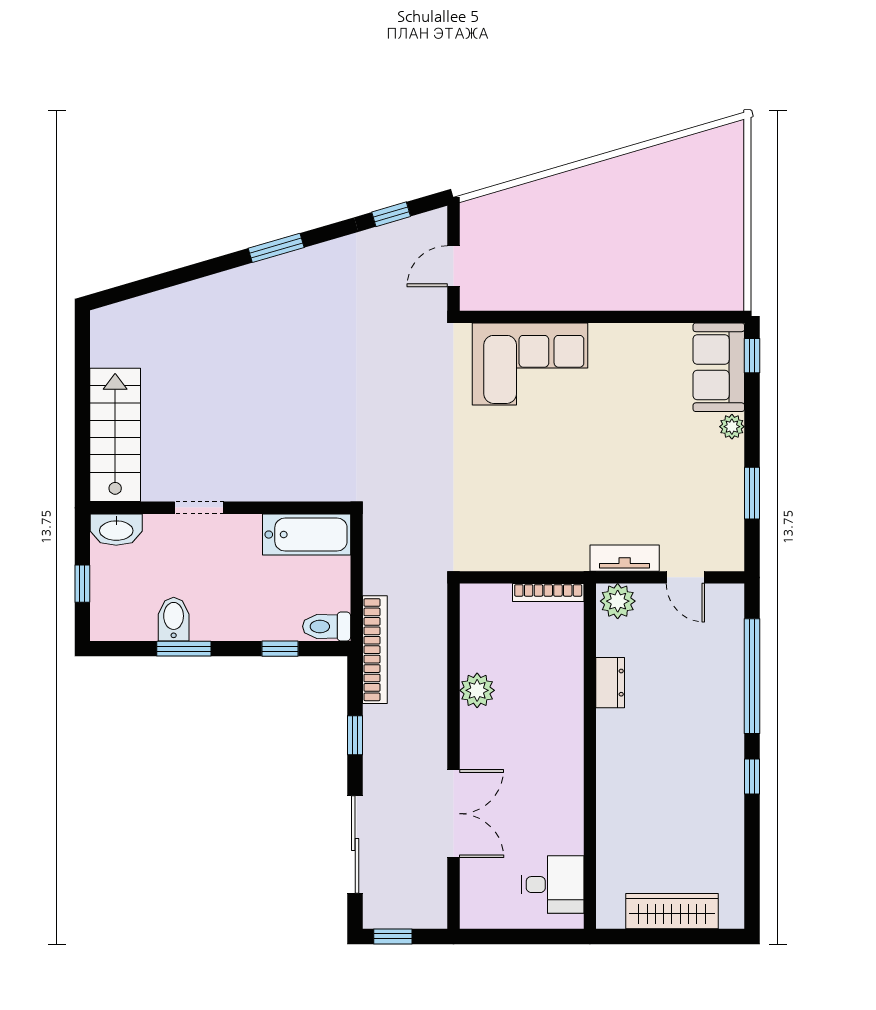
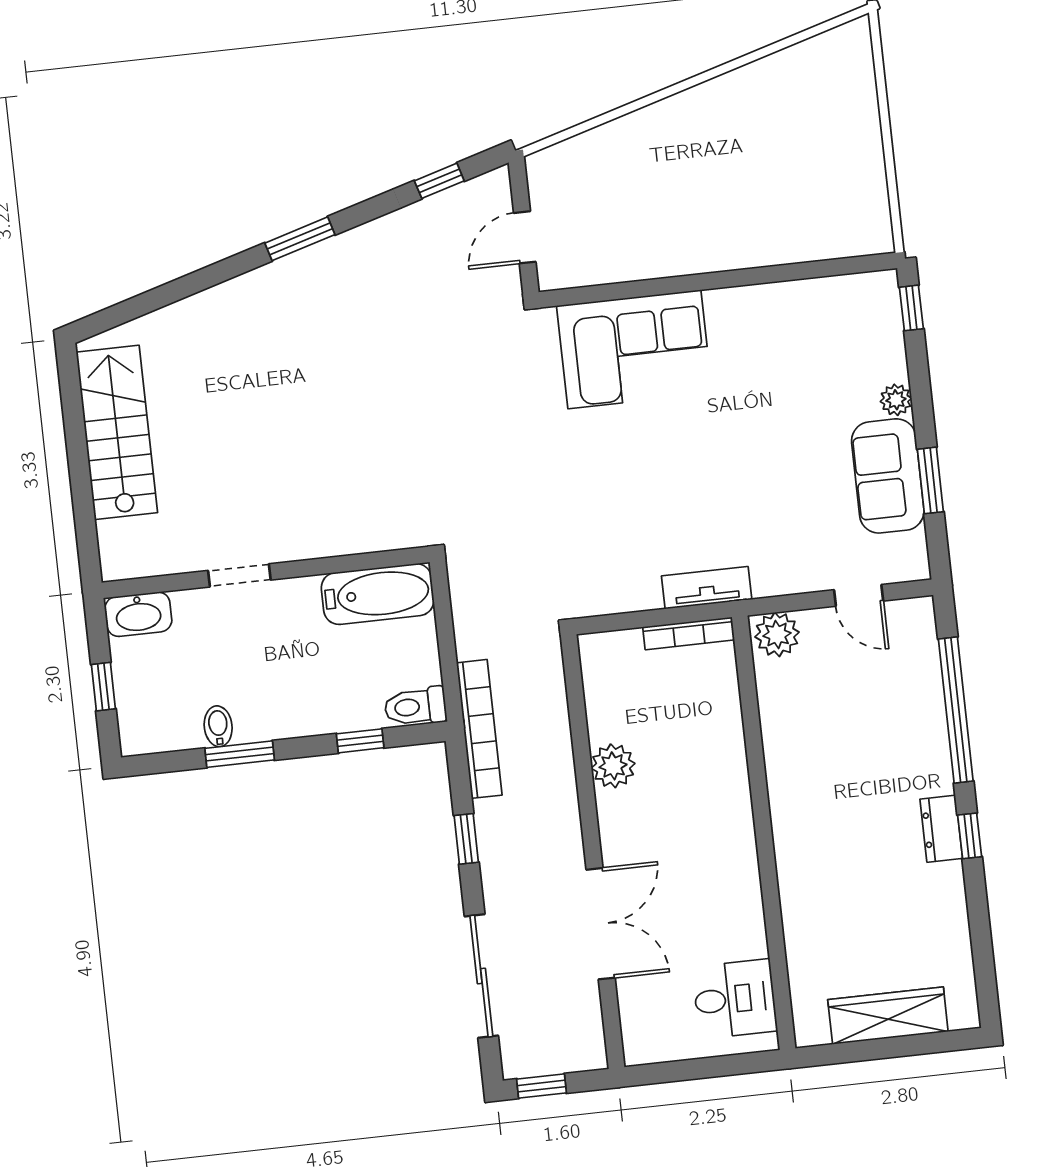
sofa: (719, 367) -> (888, 476), moved
stairs: (115, 435) -> (117, 432), moved
tv unit: (625, 558) -> (707, 588), moved
bidet: (174, 619) -> (218, 726), width x0.72, depth x0.74
dresser: (610, 683) -> (941, 829), moved, turned 180

